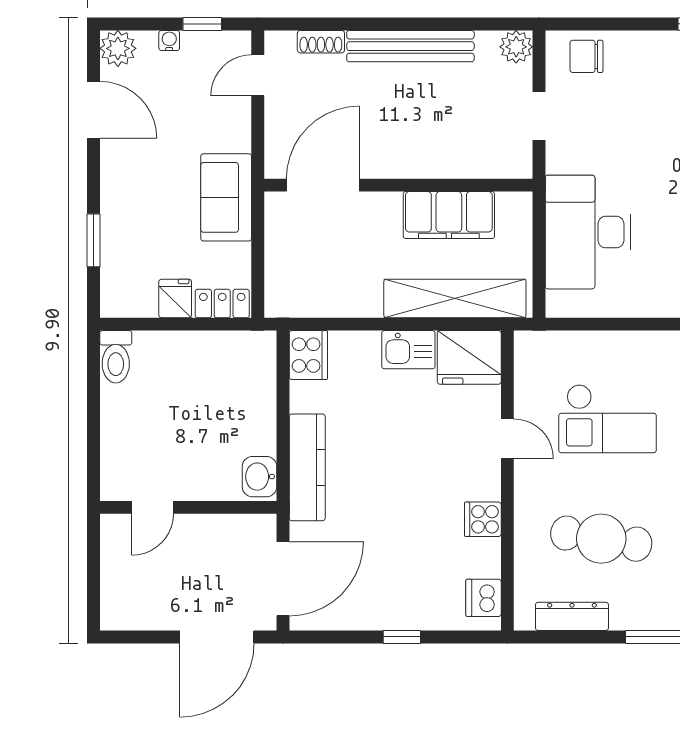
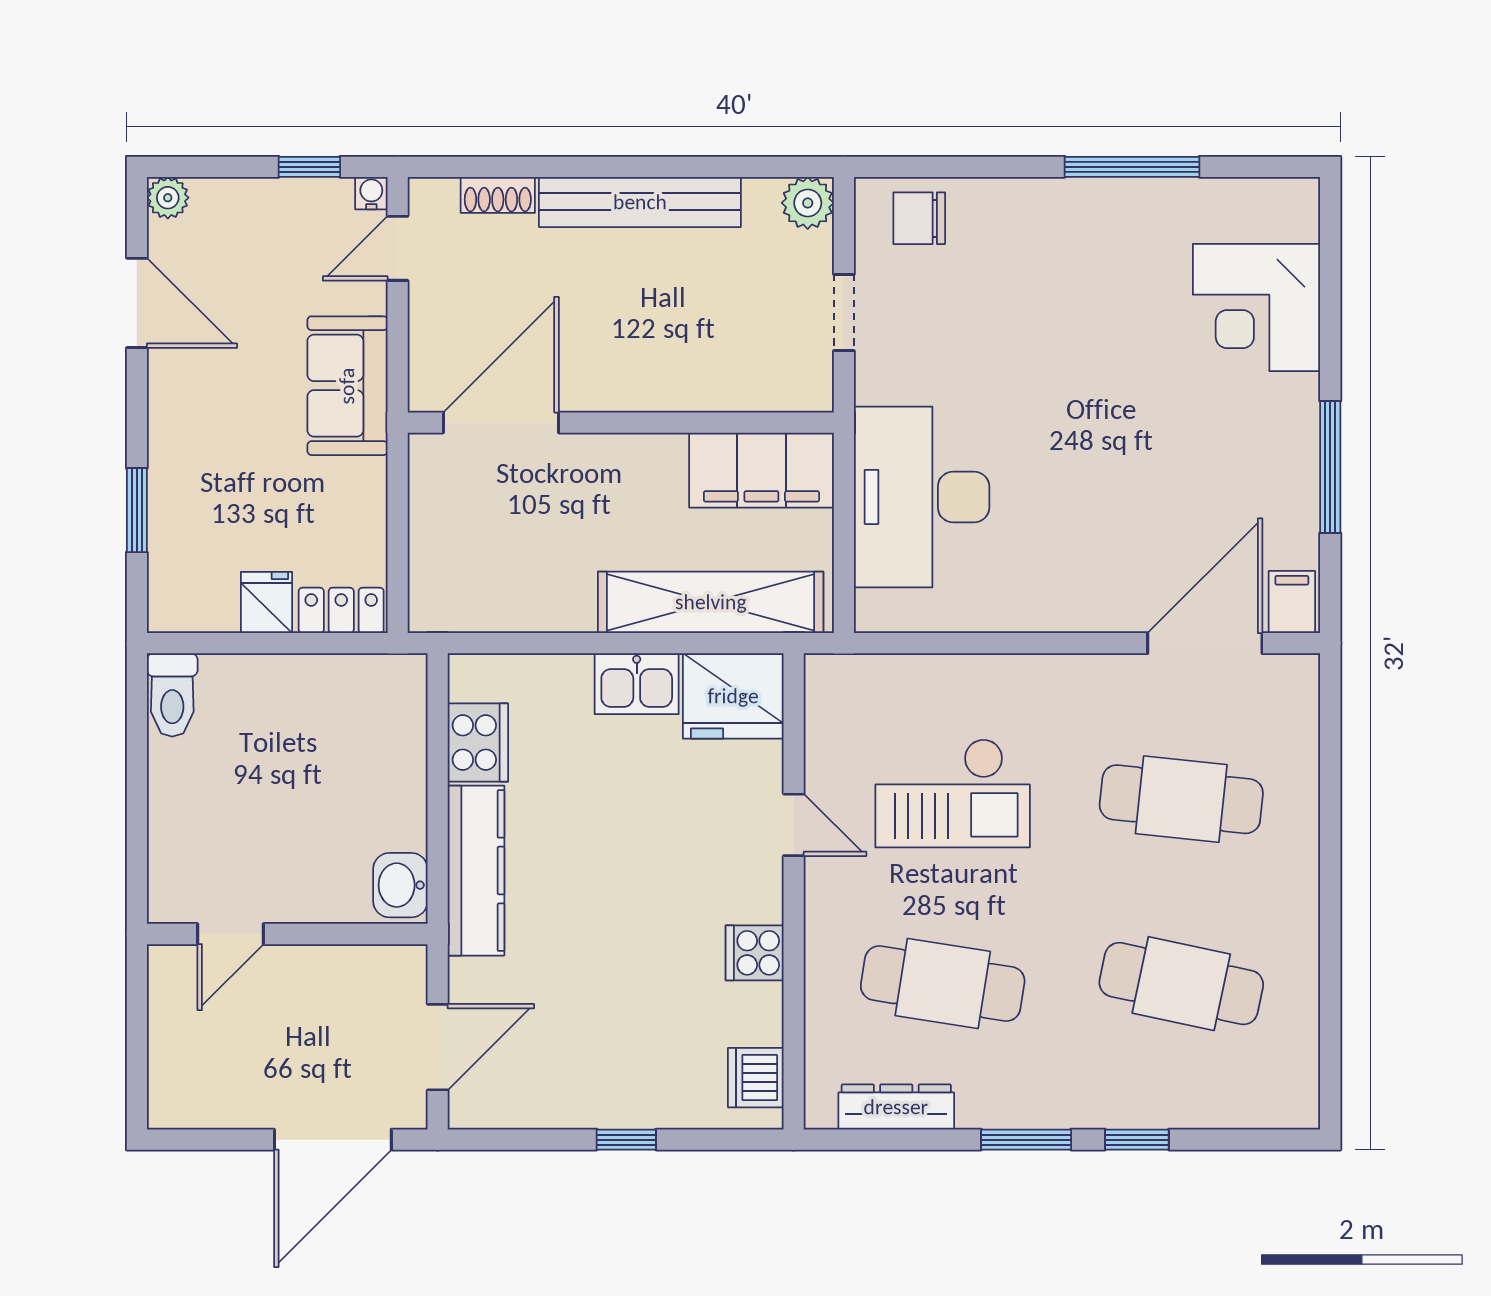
water cooler: (169, 41) -> (371, 193), moved
plant: (118, 48) -> (168, 198), width x0.73, depth x0.73
sofa: (226, 197) -> (347, 386), moved
filing cabinet: (449, 215) -> (761, 470), moved
cooker: (308, 355) -> (478, 743), moved
door: (283, 579) -> (438, 1047), width x0.73

